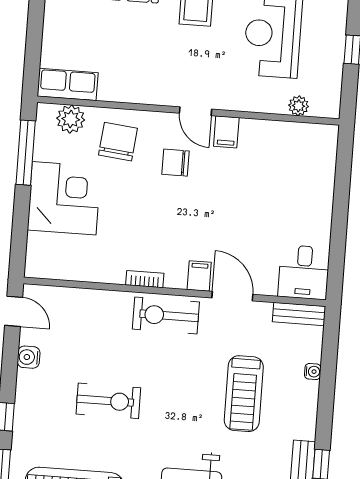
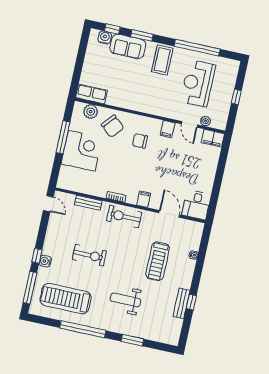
door: (196, 111) -> (189, 124), moved
filing cabinet: (318, 137) -> (213, 138), added
chair: (118, 142) -> (113, 126), turned 125
window: (26, 153) -> (63, 137), moved
door: (232, 296) -> (169, 214), moved
bench: (299, 314) -> (88, 203), moved
water cooler: (29, 357) -> (45, 261), moved

